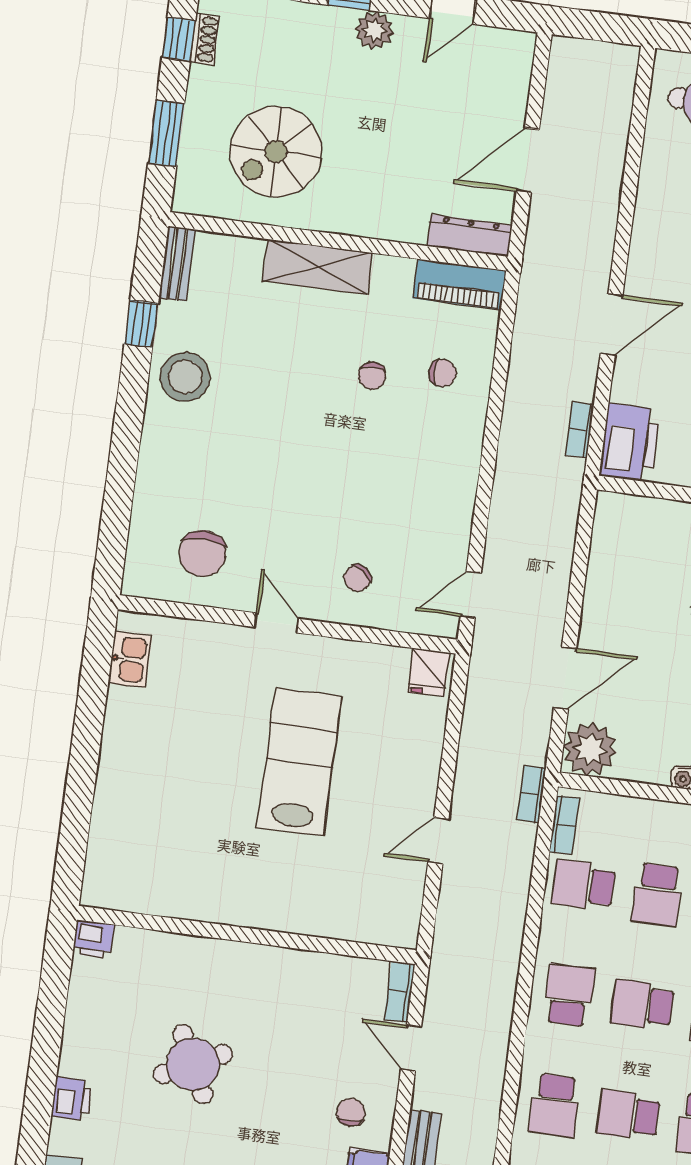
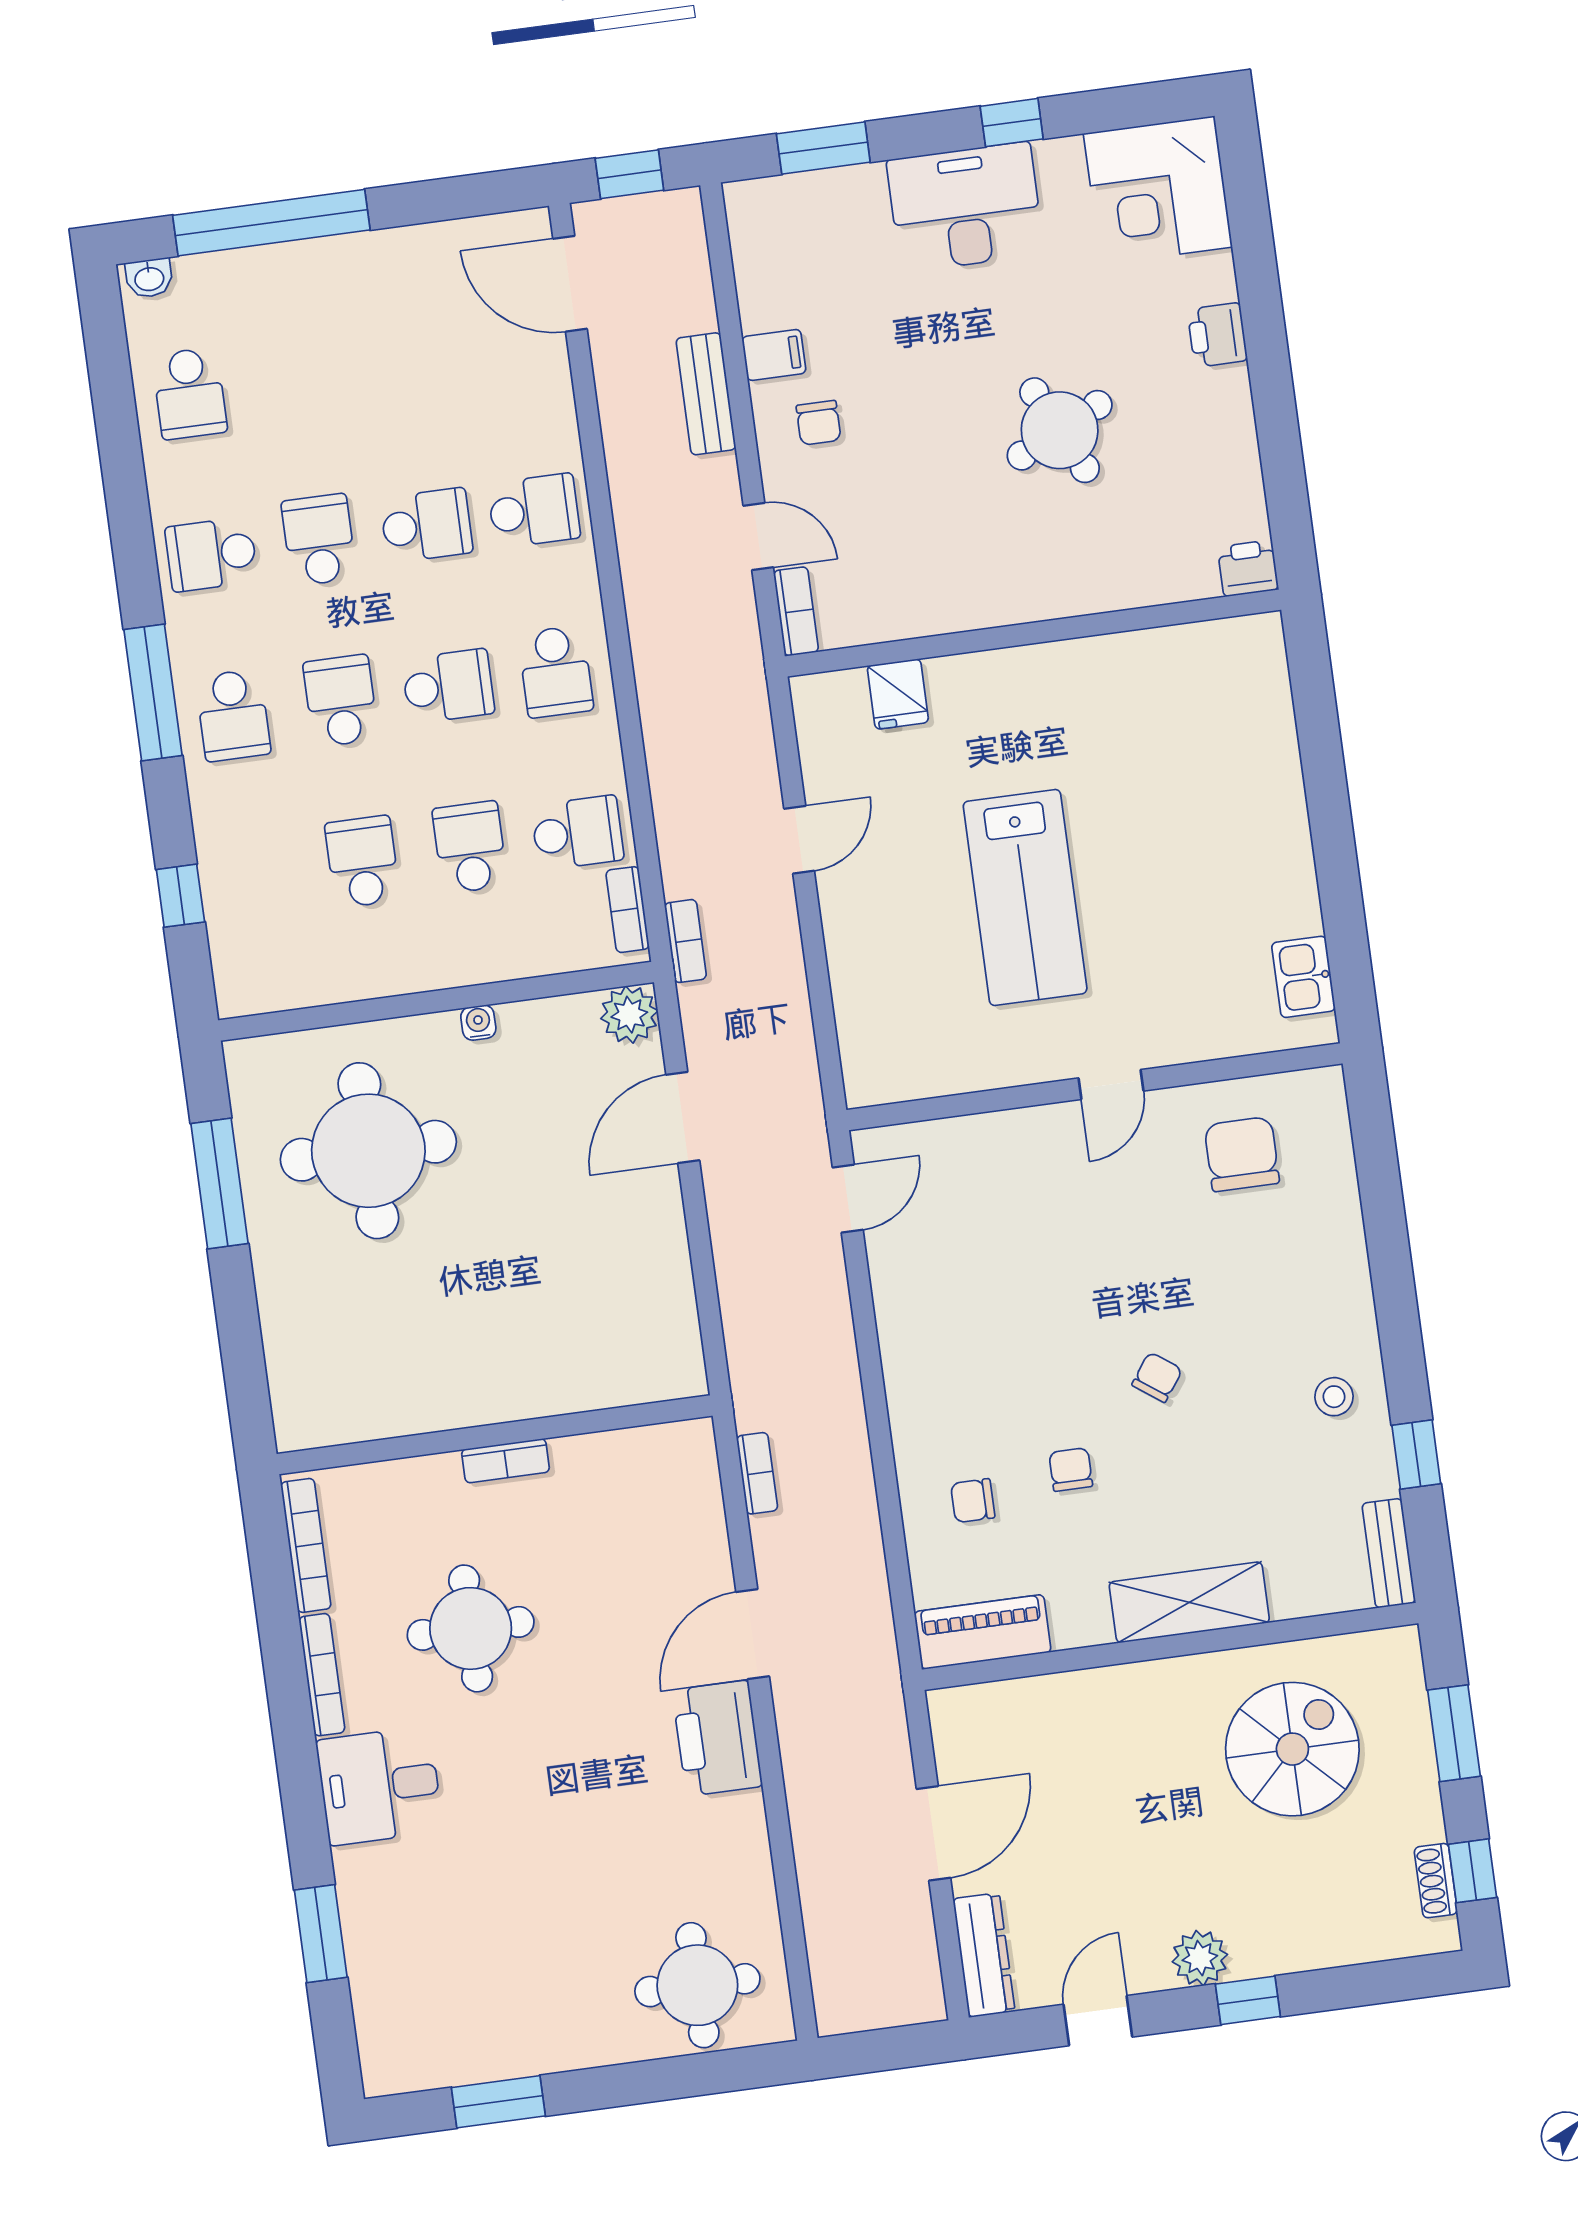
dresser: (470, 235) -> (984, 1955), moved, turned -90
stool: (185, 377) -> (1334, 1397), width x0.53, depth x0.53
printer: (630, 443) -> (717, 1738), moved
chair: (357, 578) -> (1157, 1377), moved
door: (276, 623) -> (1111, 1085), hinge flipped
fridge: (429, 672) -> (898, 694), moved, turned 180
plant: (590, 749) -> (629, 1015), width x0.73, depth x0.73
school desk: (554, 1105) -> (534, 511), turned 90

